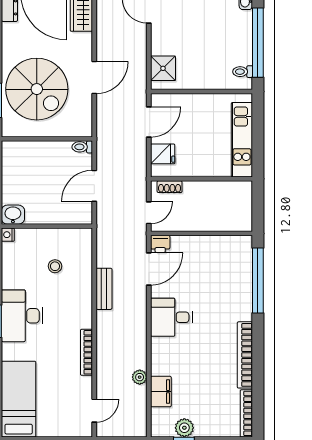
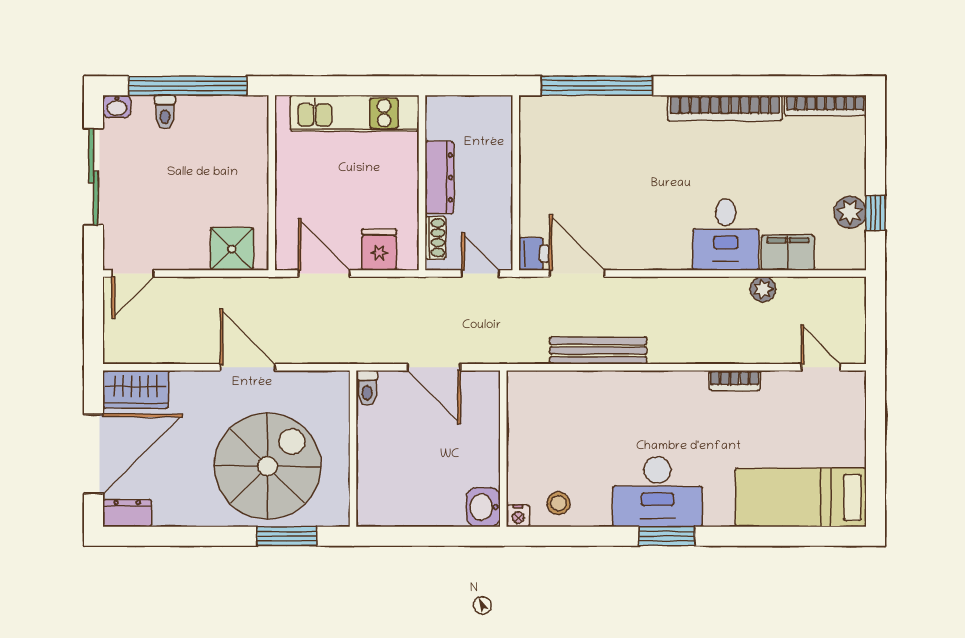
toilet: (243, 72) -> (165, 112), moved
dresser: (205, 189) -> (439, 177), added
stool: (55, 266) -> (558, 503), moved
bench: (104, 289) -> (598, 351), width x1.36
desk: (171, 317) -> (726, 235), moved
bookcase: (86, 352) -> (735, 381), width x0.64

